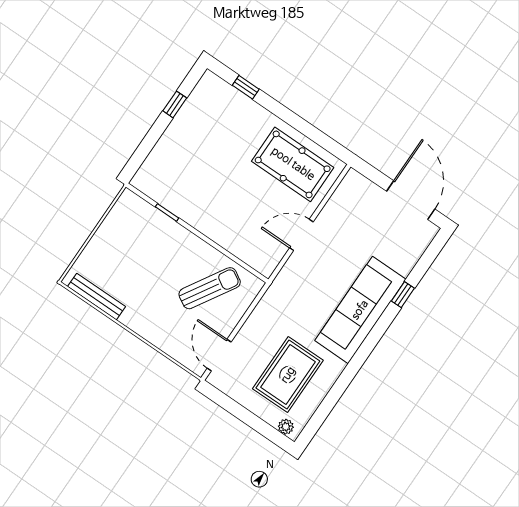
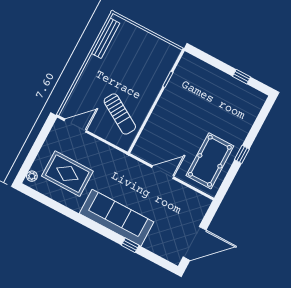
window: (246, 87) -> (242, 154), moved
door: (301, 235) -> (163, 172), hinge flipped

